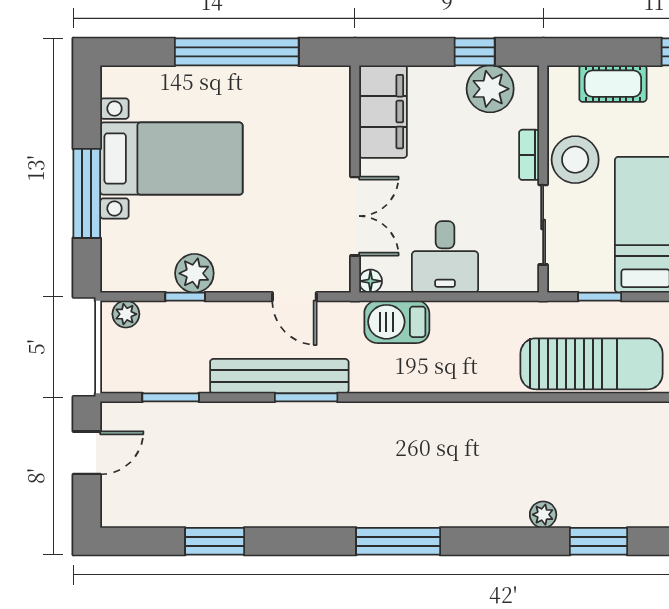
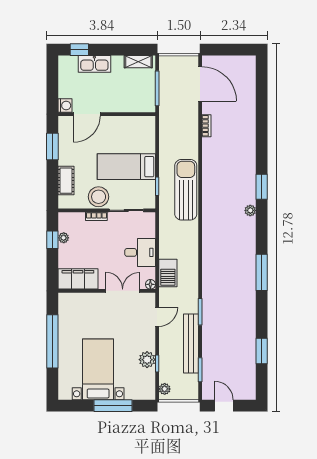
plant: (490, 89) -> (64, 238), width x0.53, depth x0.53
bench: (279, 376) -> (191, 343), moved

